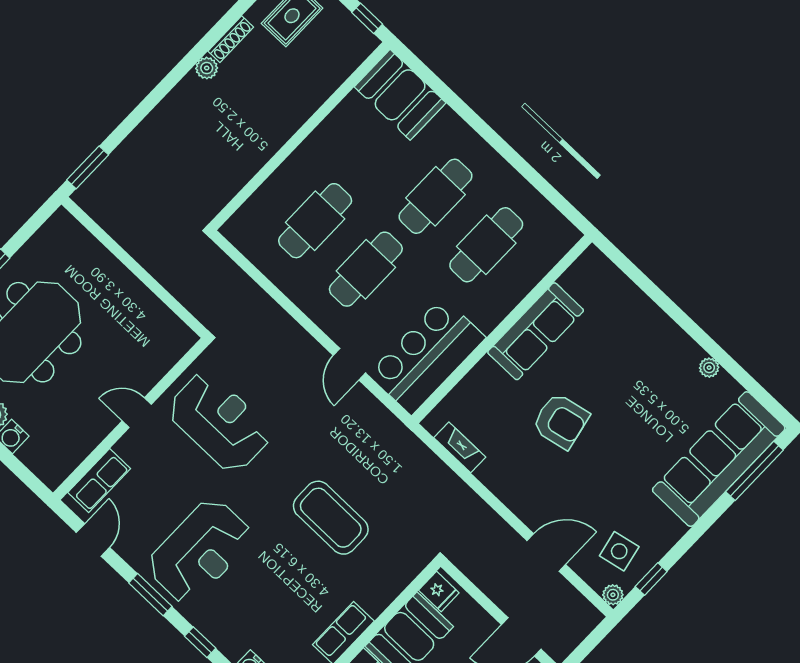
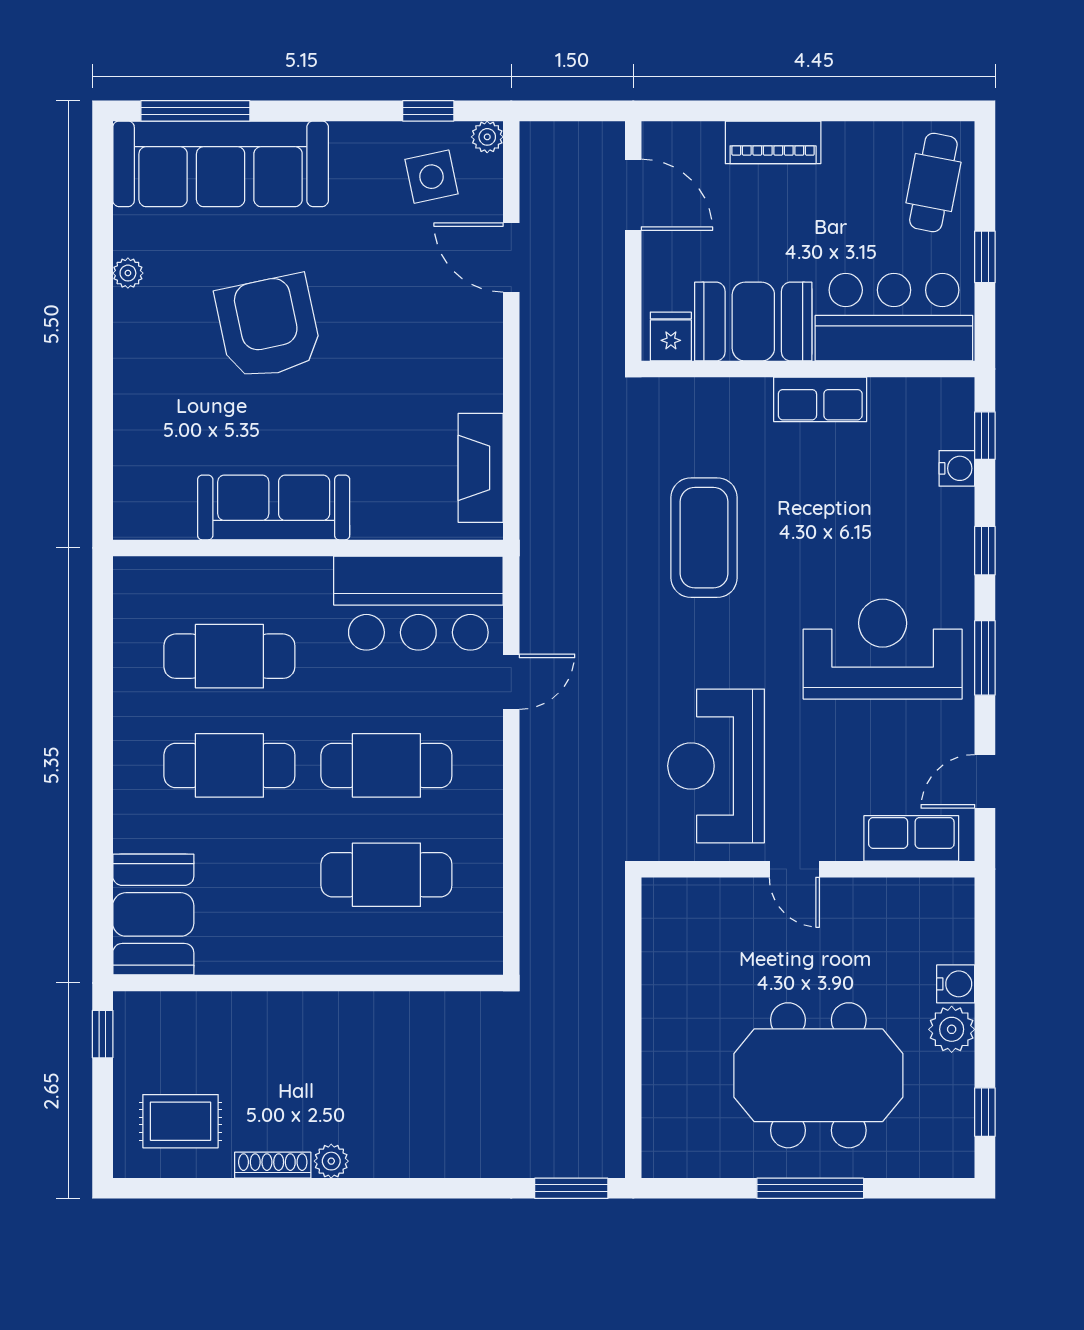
armchair: (561, 421) -> (268, 327), moved, width x1.36, depth x1.36
fireplace: (460, 447) -> (481, 468), width x1.37, depth x1.32

